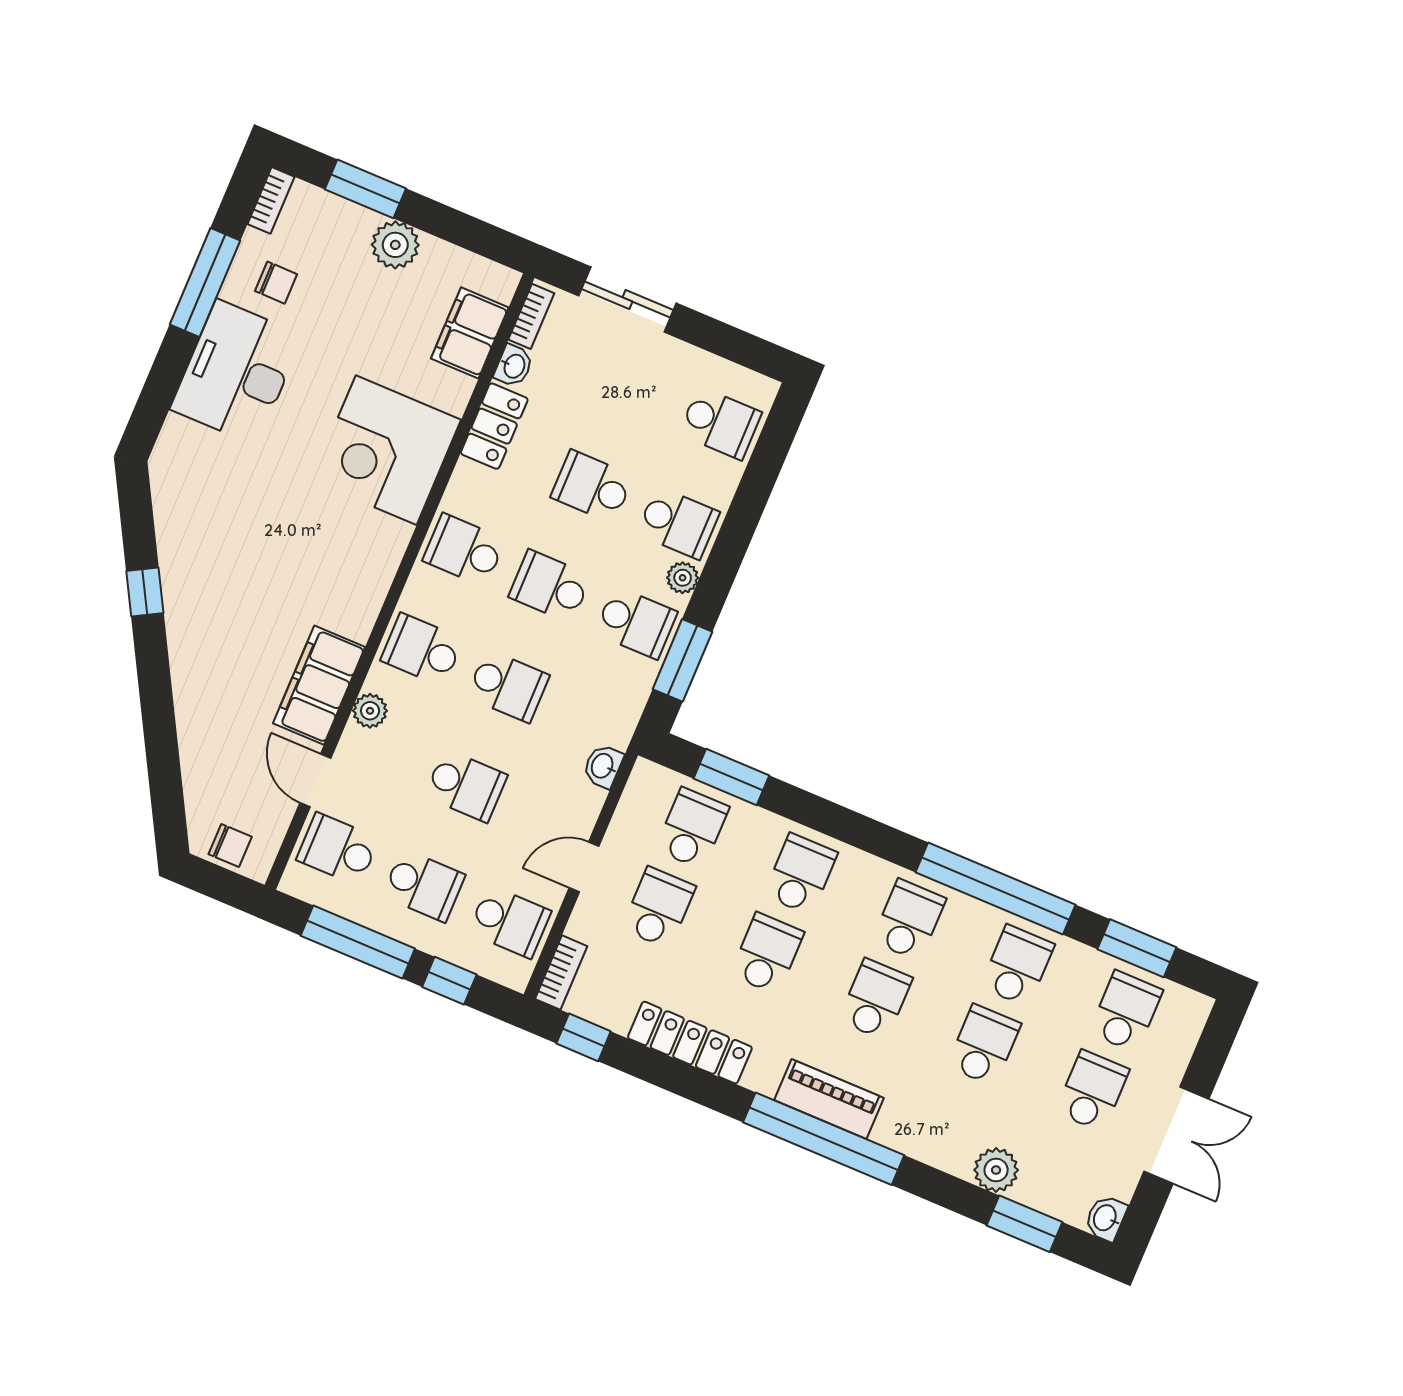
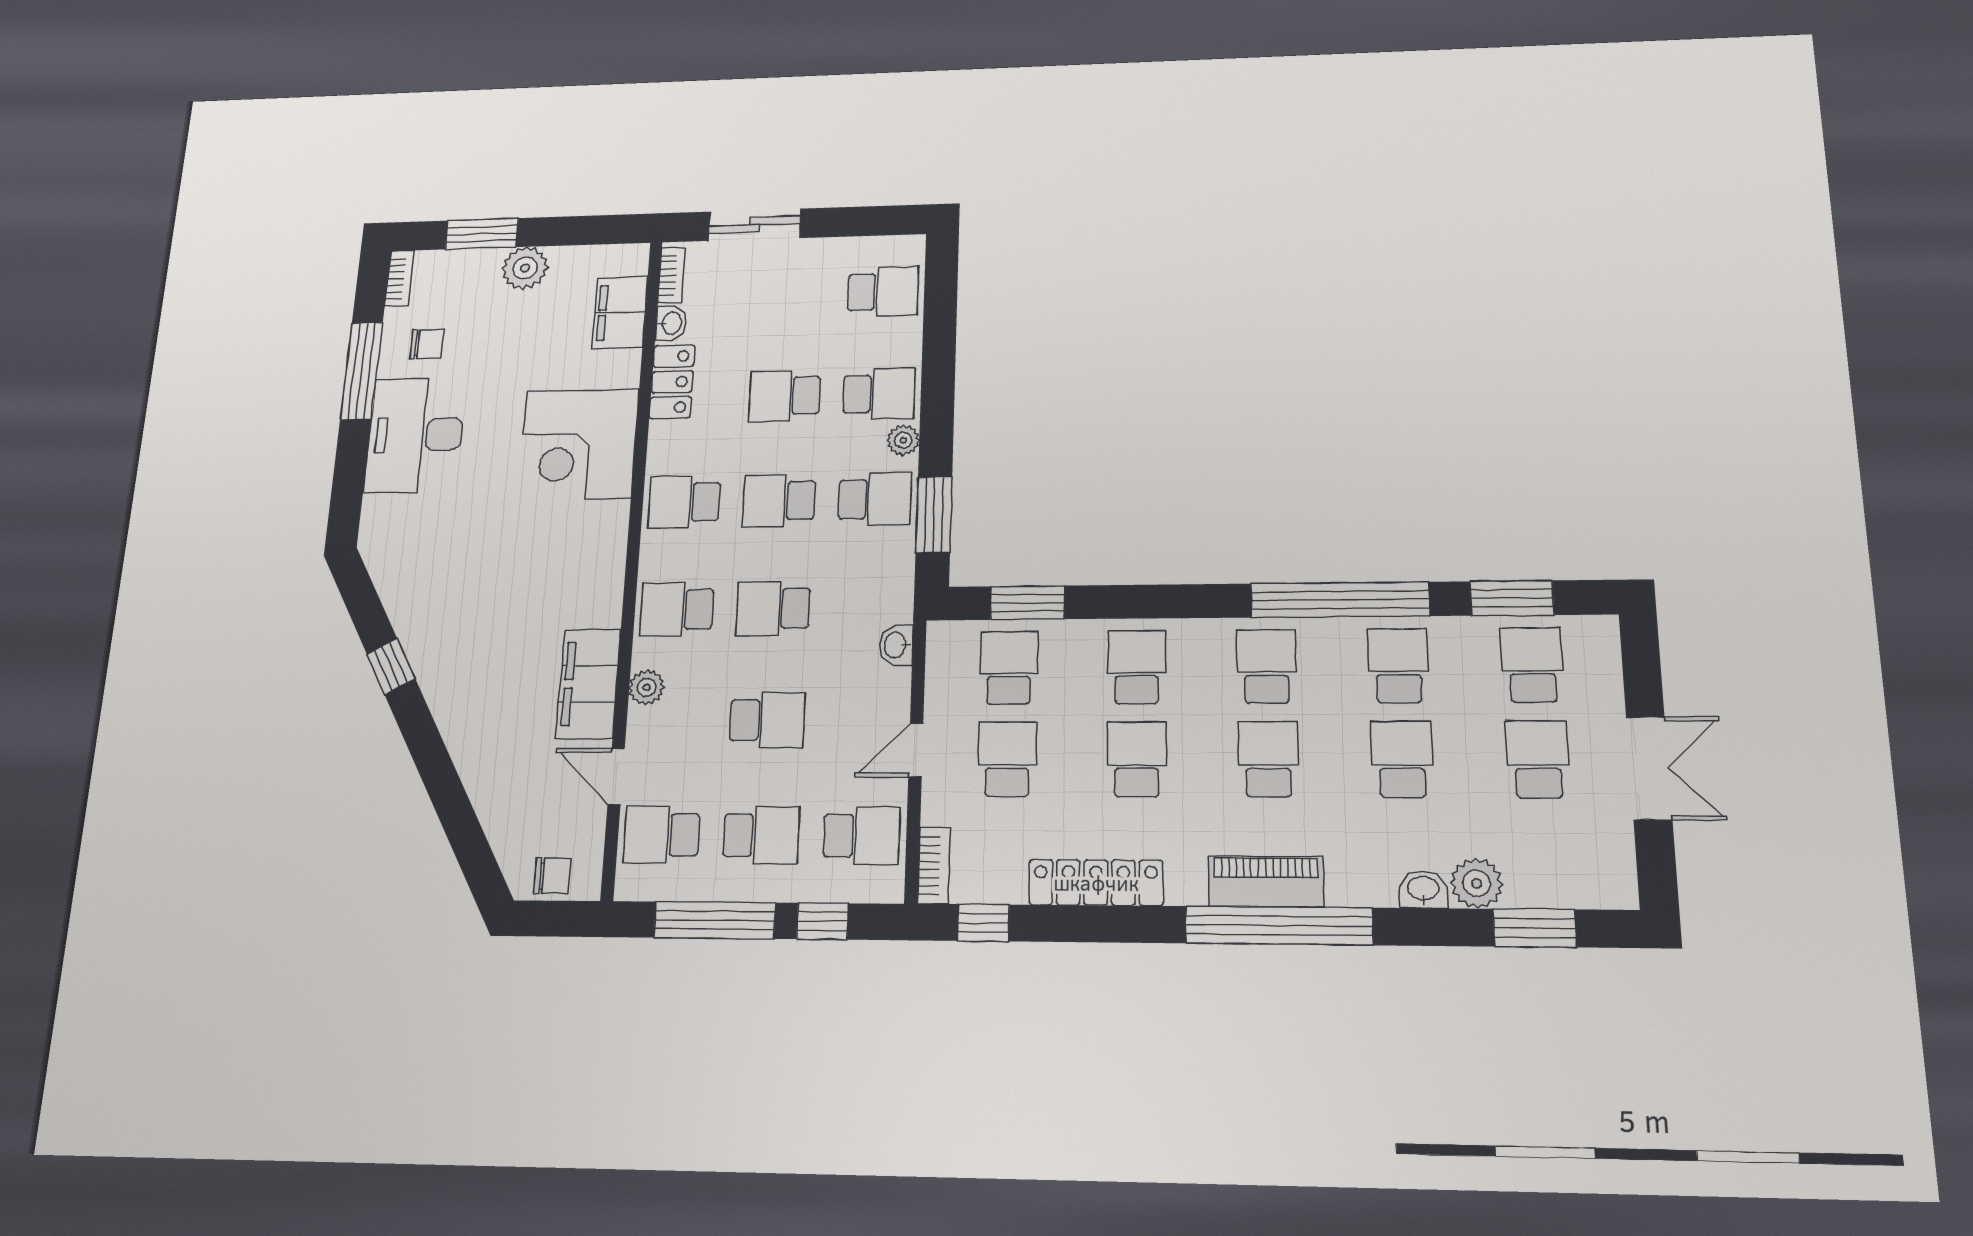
school desk: (508, 686) -> (773, 608), turned 180
washbasin: (1106, 1218) -> (1423, 889), moved, turned 90

